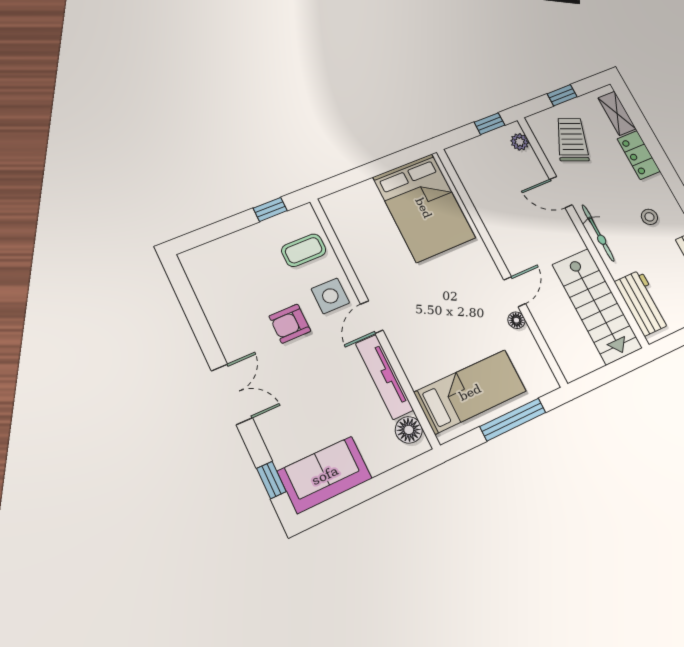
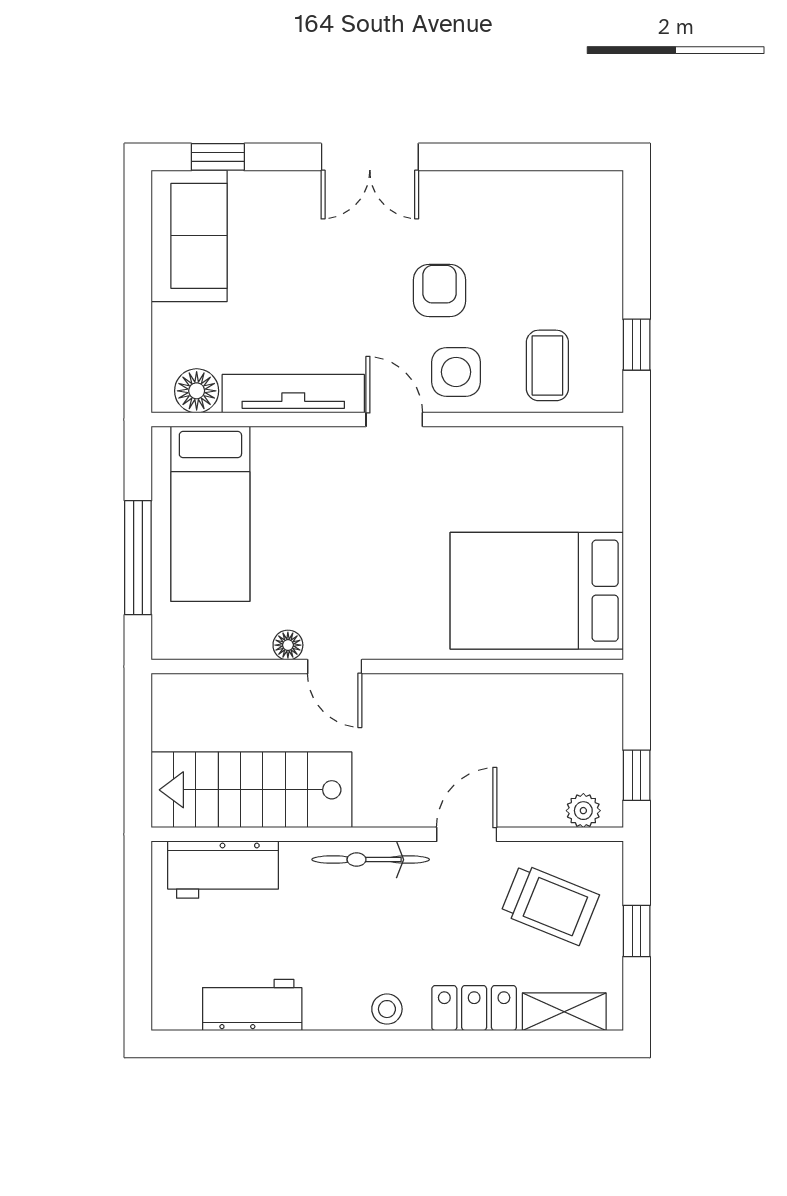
stool: (649, 217) -> (387, 1009), moved

